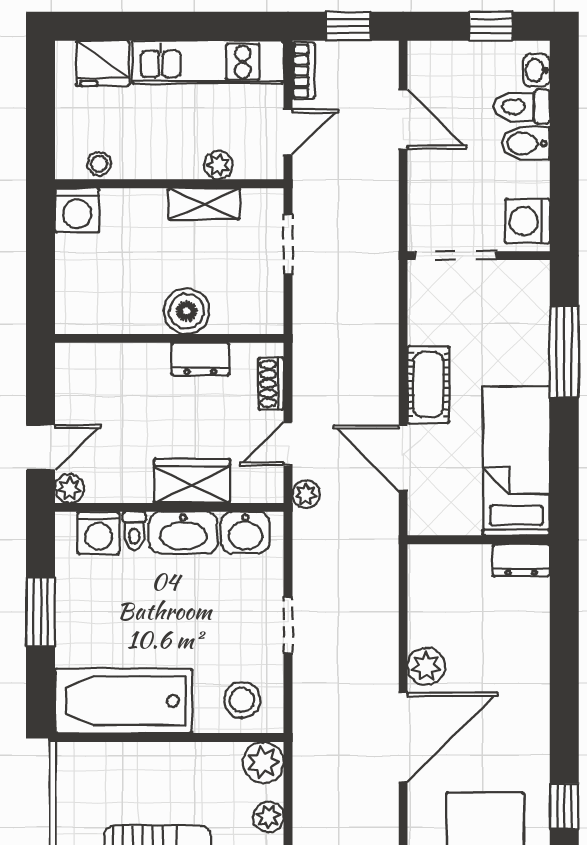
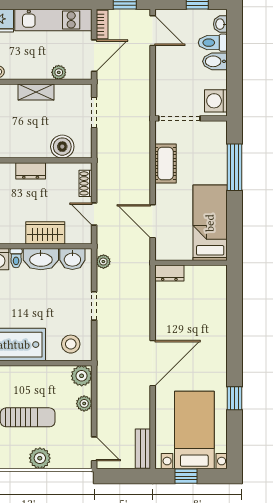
door: (403, 119) -> (153, 31), moved
door: (288, 132) -> (94, 56), width x1.38
shelving: (204, 204) -> (36, 92), moved
boiler: (187, 311) -> (62, 147), moved
dresser: (200, 359) -> (31, 171), moved
cot: (428, 385) -> (165, 164), moved
door: (288, 444) -> (94, 214), hinge flipped
plant: (306, 494) -> (103, 262), moved
dresser: (521, 560) -> (169, 273), moved
plant: (426, 666) -> (164, 327), removed

